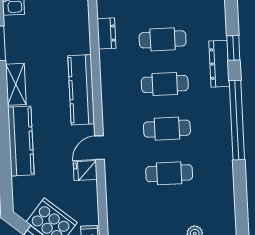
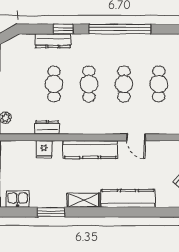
dresser: (219, 64) -> (53, 41), moved
fridge: (85, 171) -> (44, 149), moved

